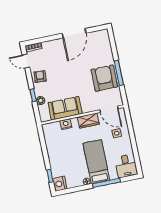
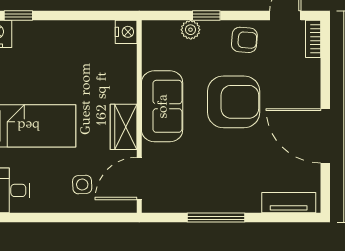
tv unit: (106, 43) -> (289, 203), added
armchair: (104, 78) -> (234, 102), moved
sofa: (65, 108) -> (162, 106), moved
nightstand: (66, 124) -> (126, 32), moved

